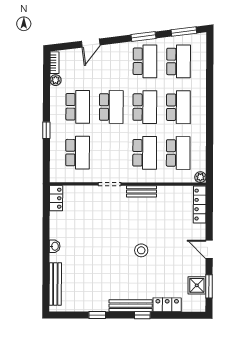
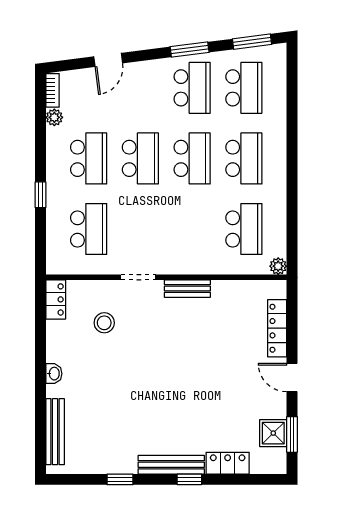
school desk: (145, 153) -> (192, 229), removed
locker: (200, 205) -> (277, 328), moved
stool: (141, 250) -> (104, 323), moved

